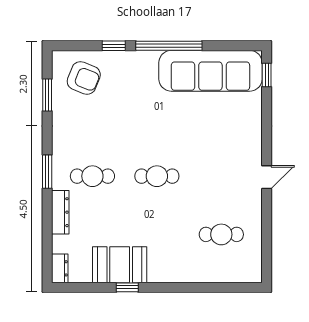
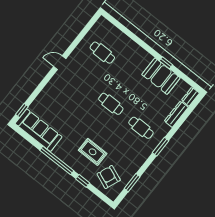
sofa: (210, 71) -> (39, 130), width x0.74, depth x0.79
rug: (131, 94) -> (93, 152), added
dresser: (60, 212) -> (176, 114), moved

